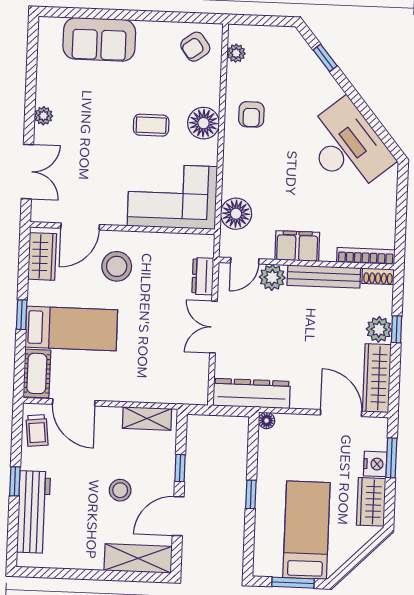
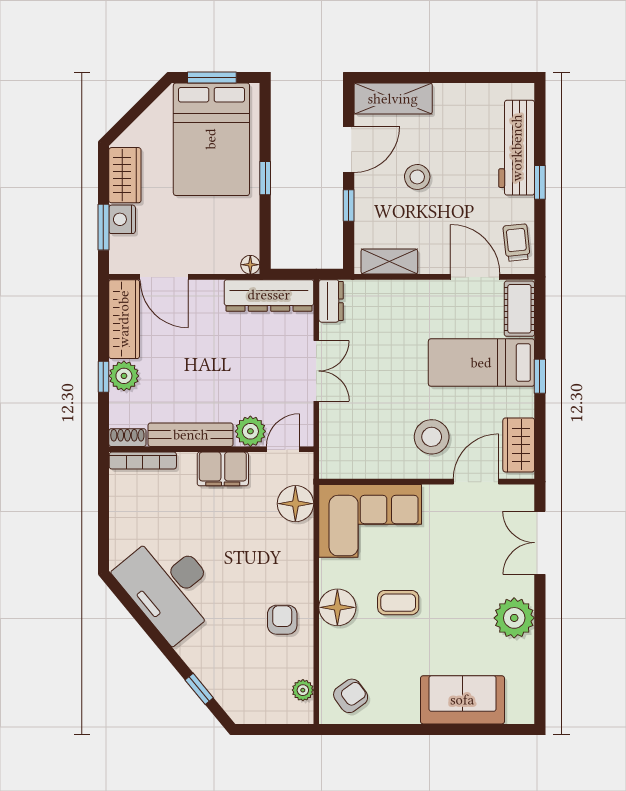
plant: (44, 116) -> (514, 618), width x1.88, depth x1.88
dresser: (203, 276) -> (331, 301), moved
bed: (306, 530) -> (211, 139), width x1.50

